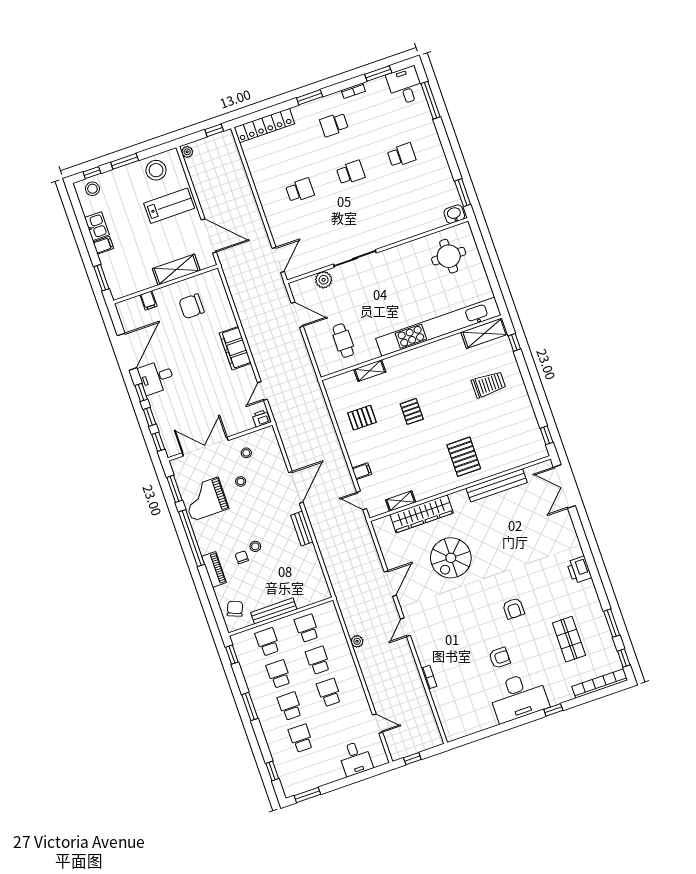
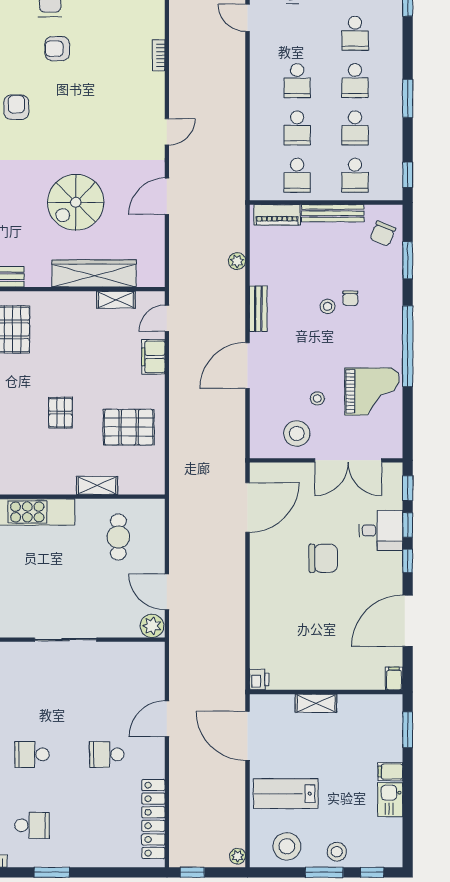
locker: (264, 126) -> (153, 819), moved, turned -90
stool: (92, 189) -> (337, 852), moved
door: (278, 260) -> (167, 719), moved
shelving: (176, 270) -> (316, 703), width x0.67, depth x0.75
plant: (324, 280) -> (152, 626), moved
filing cabinet: (148, 300) -> (394, 678), moved
chair: (192, 306) -> (323, 558), moved
filing cabinet: (235, 348) -> (264, 576), removed
desk: (156, 377) -> (381, 530), moved
door: (262, 391) -> (248, 507), width x1.88
printer: (261, 418) -> (259, 679), moved, turned -90
pallet: (362, 418) -> (129, 427), width x1.50, depth x1.42
stool: (246, 453) -> (297, 433), width x1.89, depth x1.89
filing cabinet: (362, 471) -> (153, 357), width x2.00
window: (174, 489) -> (408, 260), moved
door: (362, 501) -> (167, 318), swing flipped
spiral stairs: (451, 558) -> (76, 202), turned 180
piano: (214, 569) -> (277, 215), moved, turned -90
plant: (357, 641) -> (237, 261), moved

